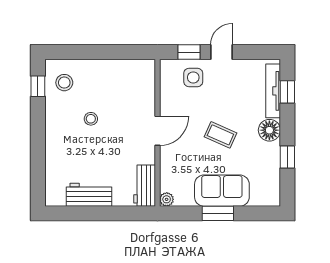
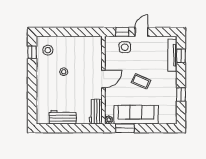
floor lamp: (269, 130) -> (170, 79), removed
sofa: (222, 191) -> (136, 115), width x1.36
window: (218, 213) -> (125, 128), moved

